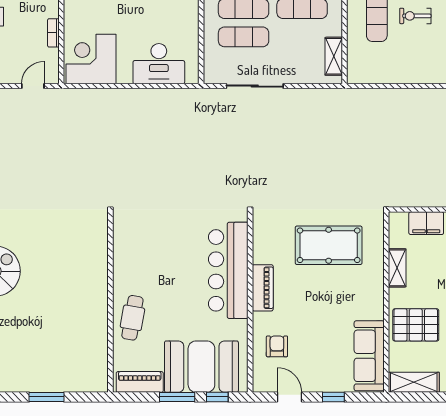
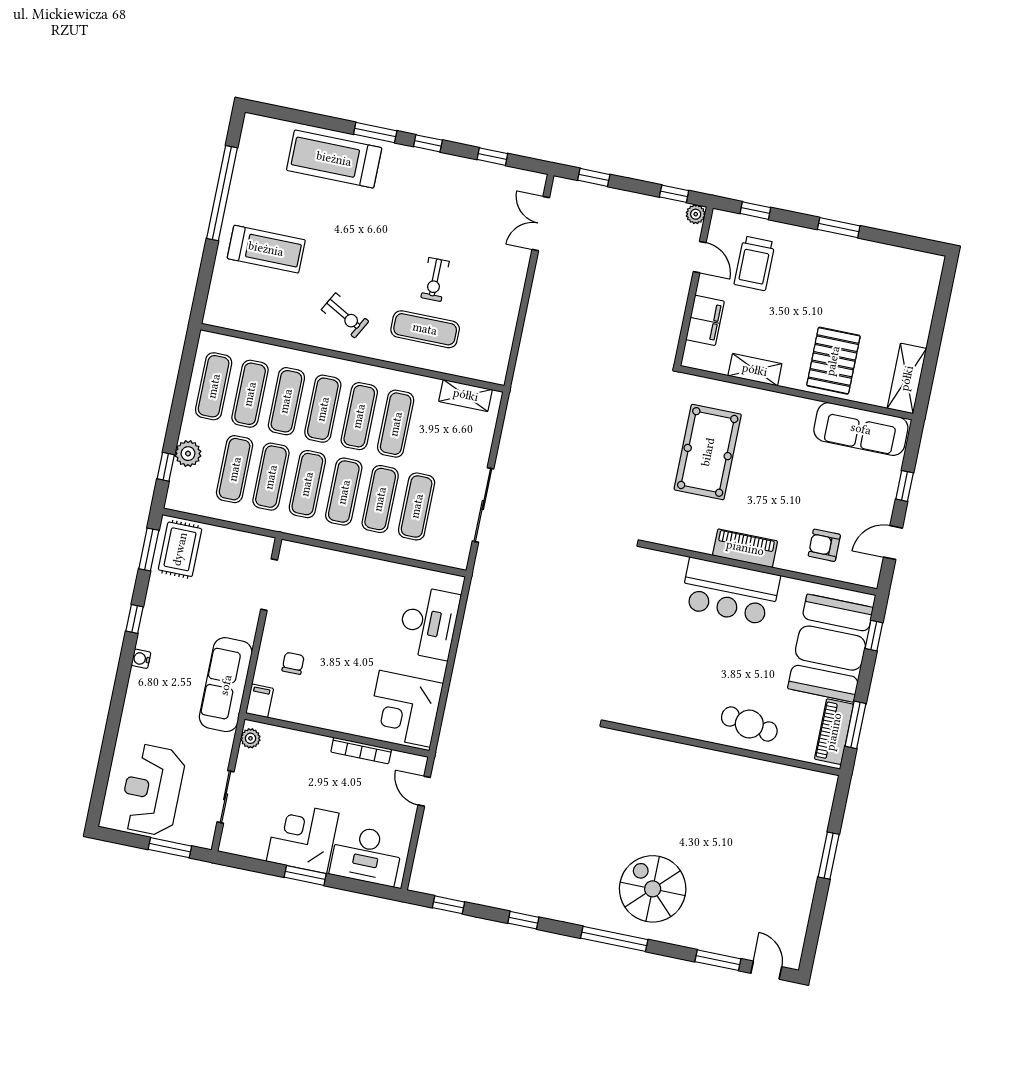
bookcase: (53, 33) -> (361, 751), width x1.56
bar counter: (228, 270) -> (730, 591), width x0.73
window: (177, 397) -> (855, 725), moved

